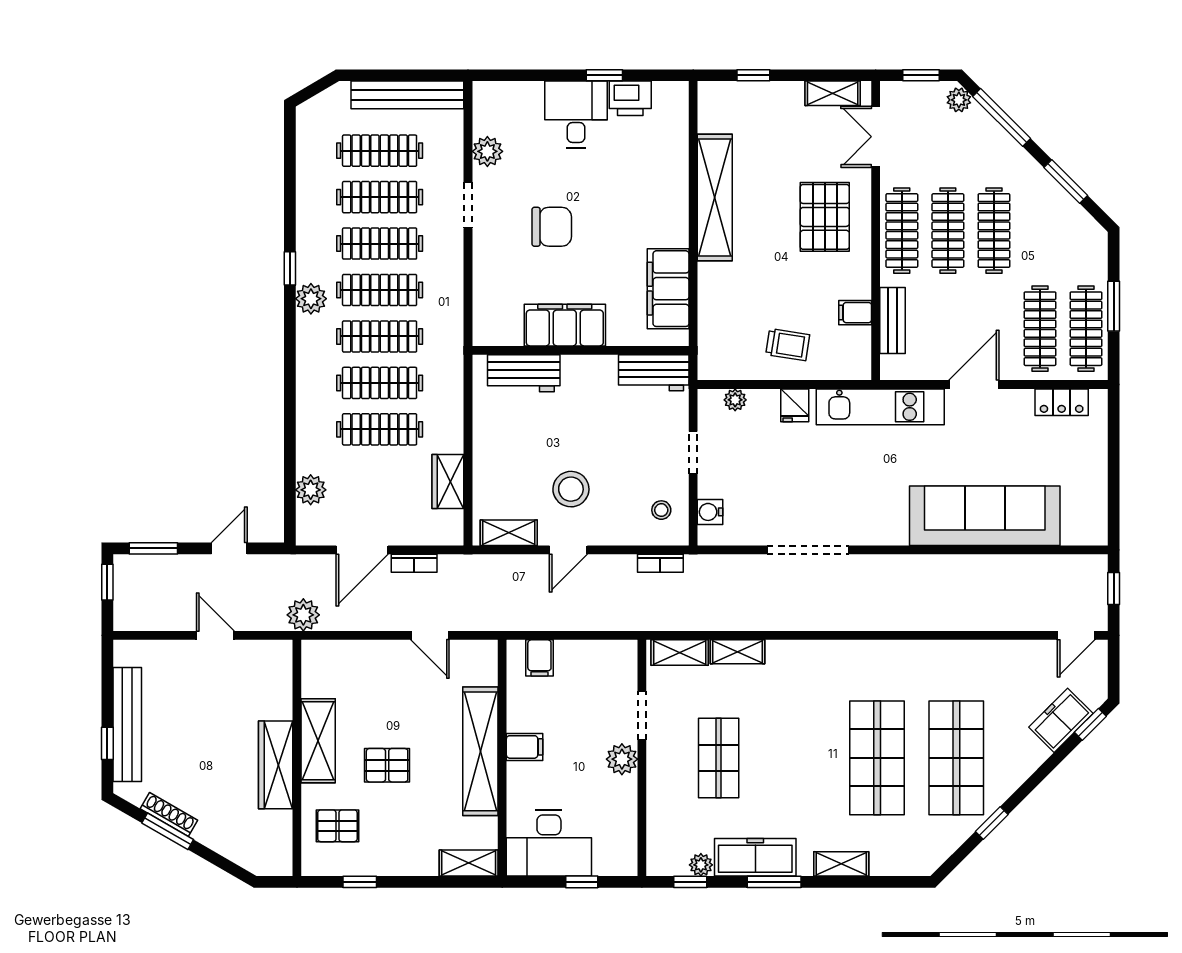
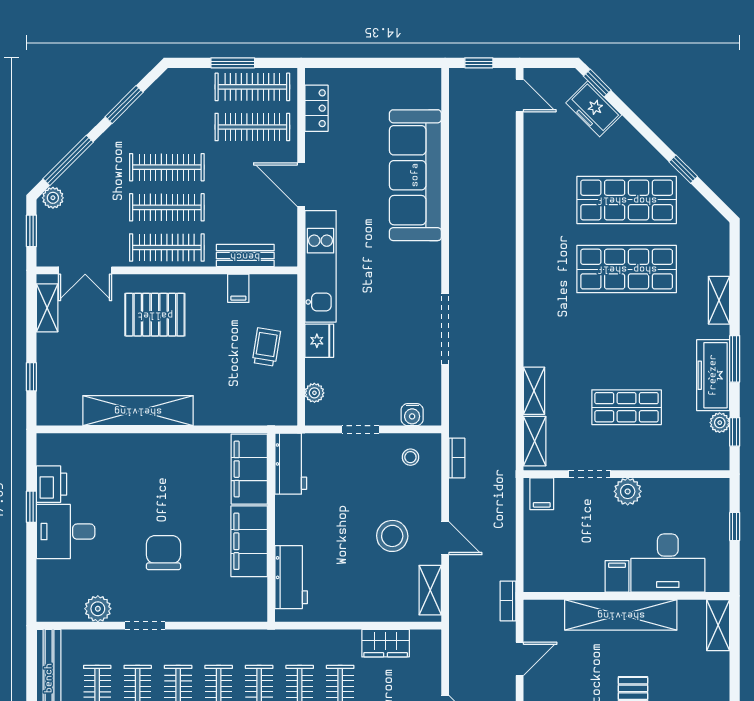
filing cabinet: (668, 289) -> (249, 469), moved, turned 90
fridge: (795, 405) -> (319, 341), width x1.38
bookcase: (414, 563) -> (508, 601), moved, turned 180
filing cabinet: (539, 658) -> (542, 494), moved, turned 90
desk: (549, 843) -> (668, 563), moved, turned 90

